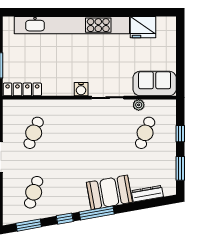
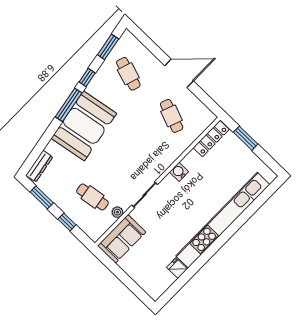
fridge: (143, 27) -> (177, 268), width x0.53, depth x0.75
water cooler: (81, 89) -> (179, 172), moved
cafe table: (145, 133) -> (92, 197), turned -30
booth: (109, 192) -> (84, 126), width x1.36, depth x1.42
dresser: (147, 194) -> (39, 166), moved

